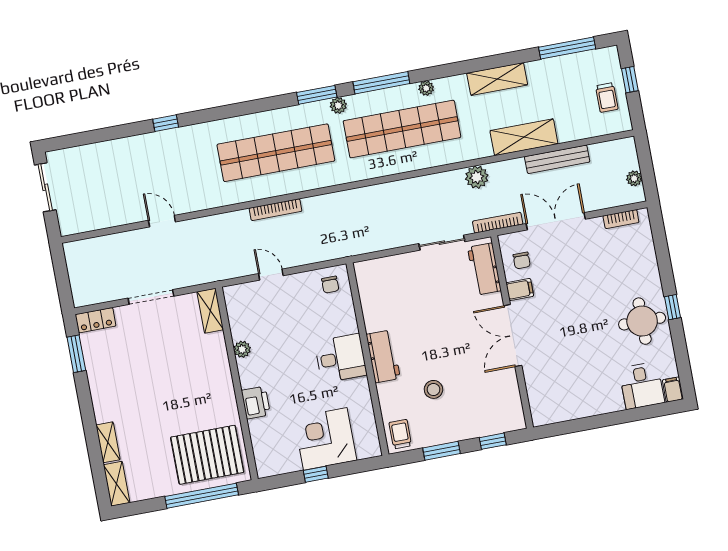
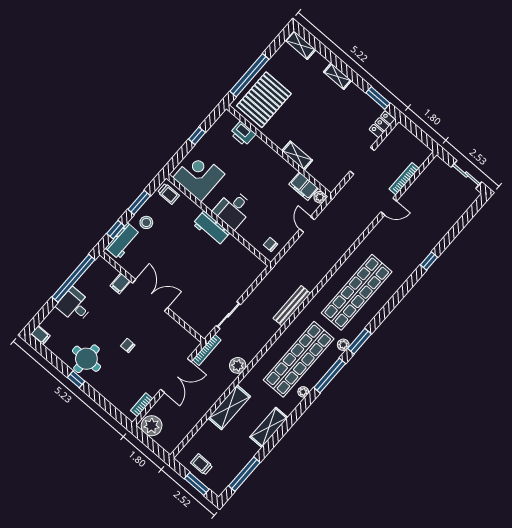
window: (630, 80) -> (197, 484), width x1.50
bench: (557, 159) -> (292, 306), moved
plant: (634, 178) -> (152, 426), width x1.87, depth x1.87
bookcase: (275, 210) -> (404, 179), moved
chair: (522, 260) -> (128, 346), moved
workbench: (484, 269) -> (123, 241), moved, turned 90
door: (271, 275) -> (307, 224), swing flipped
filing cabinet: (520, 290) -> (120, 284), moved
shelving: (210, 311) -> (297, 155), moved
filing cabinet: (240, 321) -> (304, 186), added
plant: (242, 349) -> (320, 197), moved
desk: (642, 386) -> (75, 306), moved
stool: (433, 389) -> (146, 222), moved
printer: (256, 403) -> (243, 134), moved
window: (584, 424) -> (73, 278), added
corner desk: (325, 439) -> (199, 176), moved, turned -90
shelving: (108, 442) -> (337, 76), moved

